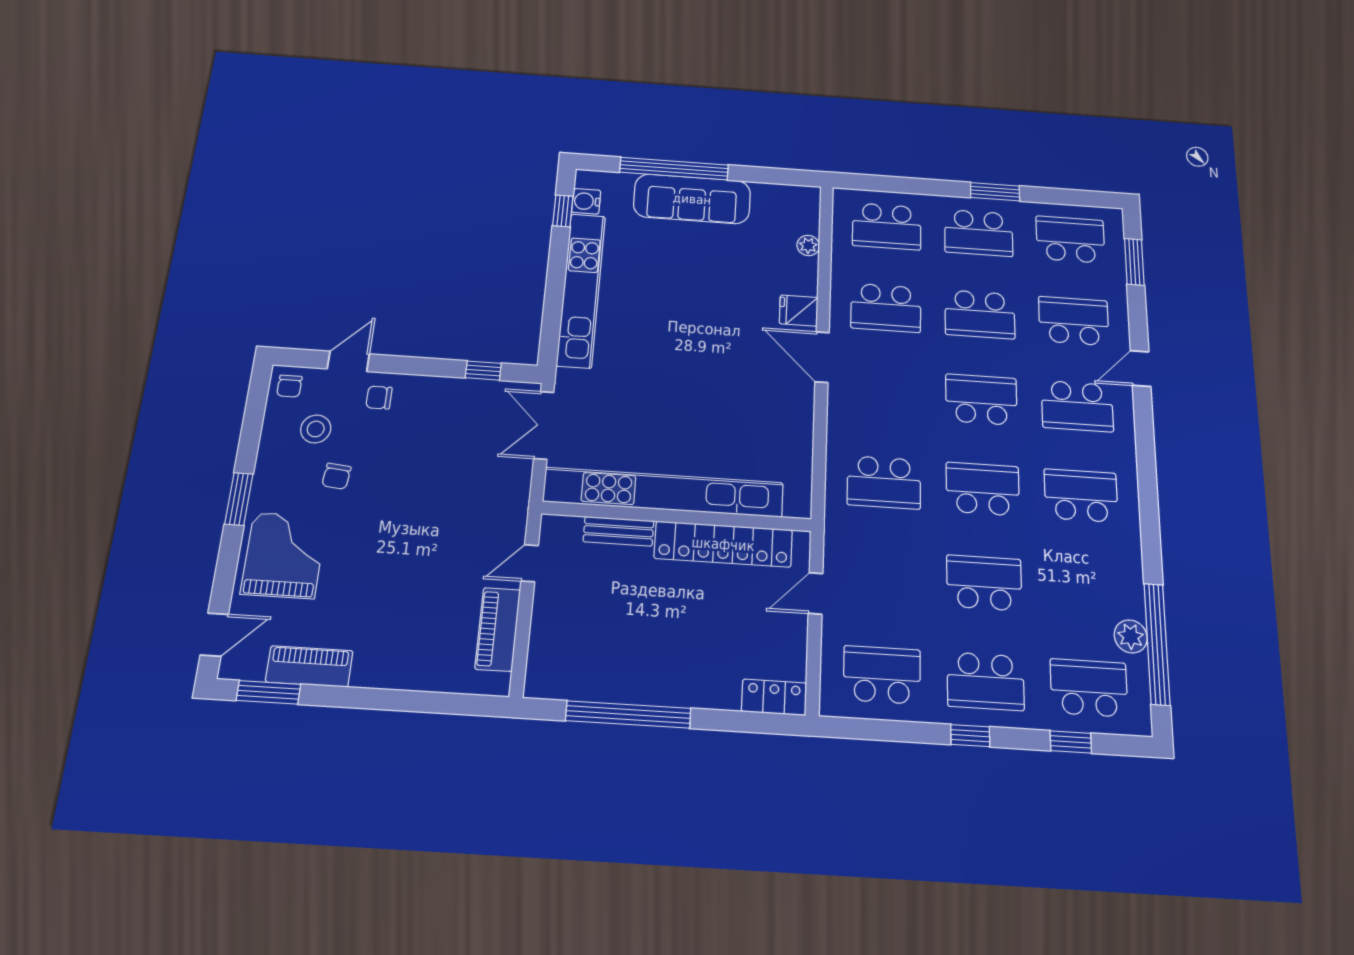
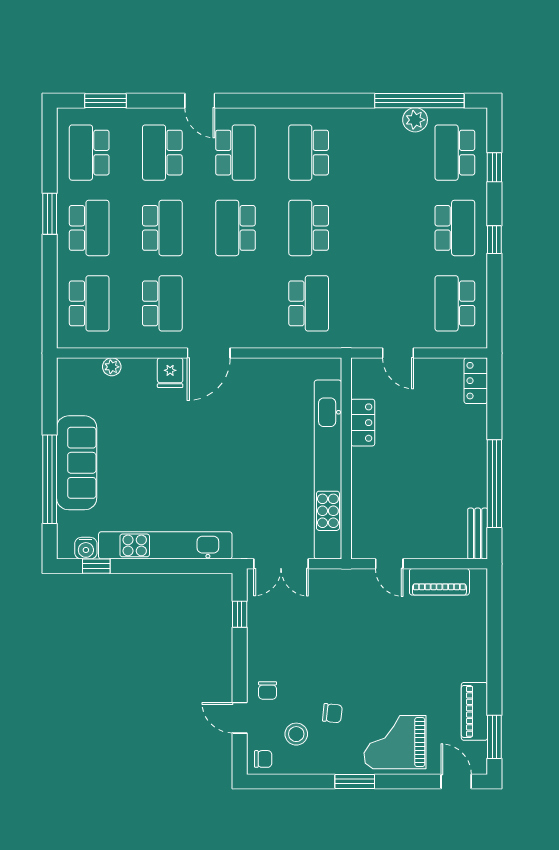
bench: (619, 531) -> (478, 534), moved
locker: (723, 544) -> (363, 423), width x0.46, depth x0.83
school desk: (984, 583) -> (382, 228), removed

